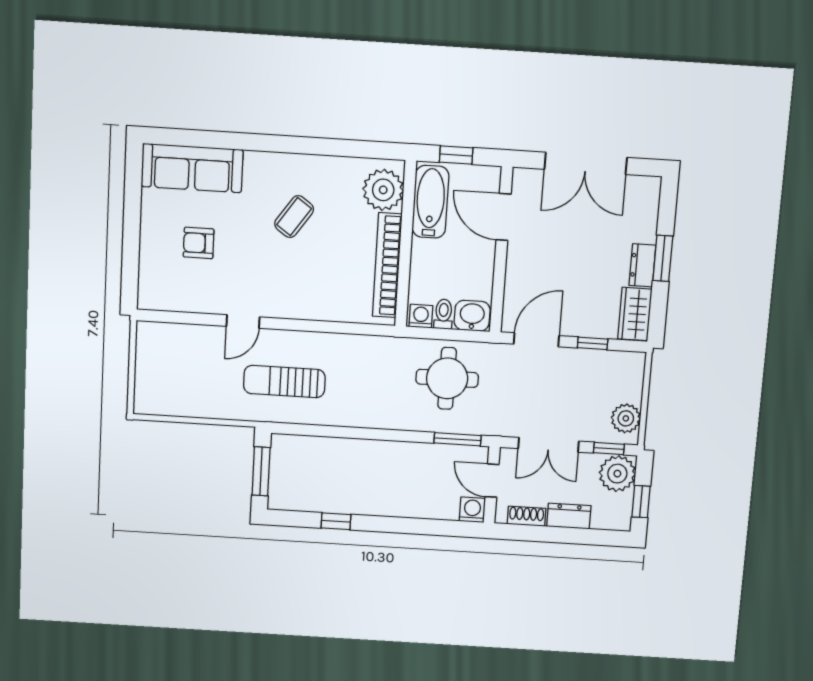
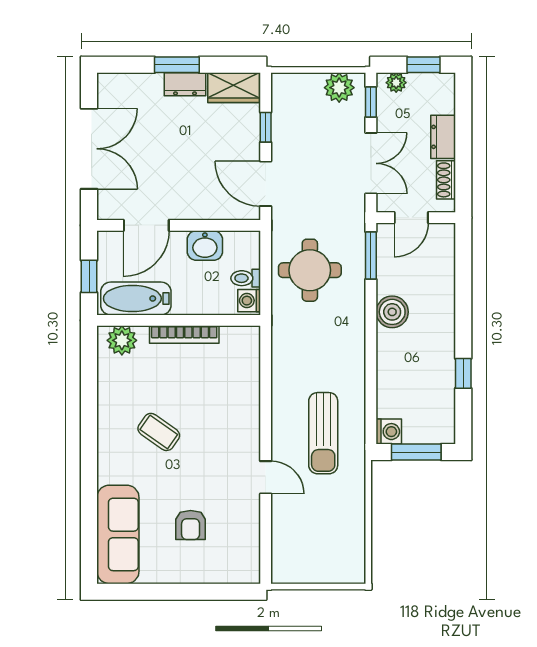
plant: (383, 190) -> (122, 340), width x0.73, depth x0.73
bookcase: (387, 265) -> (184, 334), width x0.68, depth x0.76
washbasin: (472, 316) -> (205, 246), moved, turned -90
boiler: (401, 456) -> (392, 312), added
plant: (617, 474) -> (396, 83), width x0.53, depth x0.53
washing machine: (472, 510) -> (389, 432), moved, turned 180

